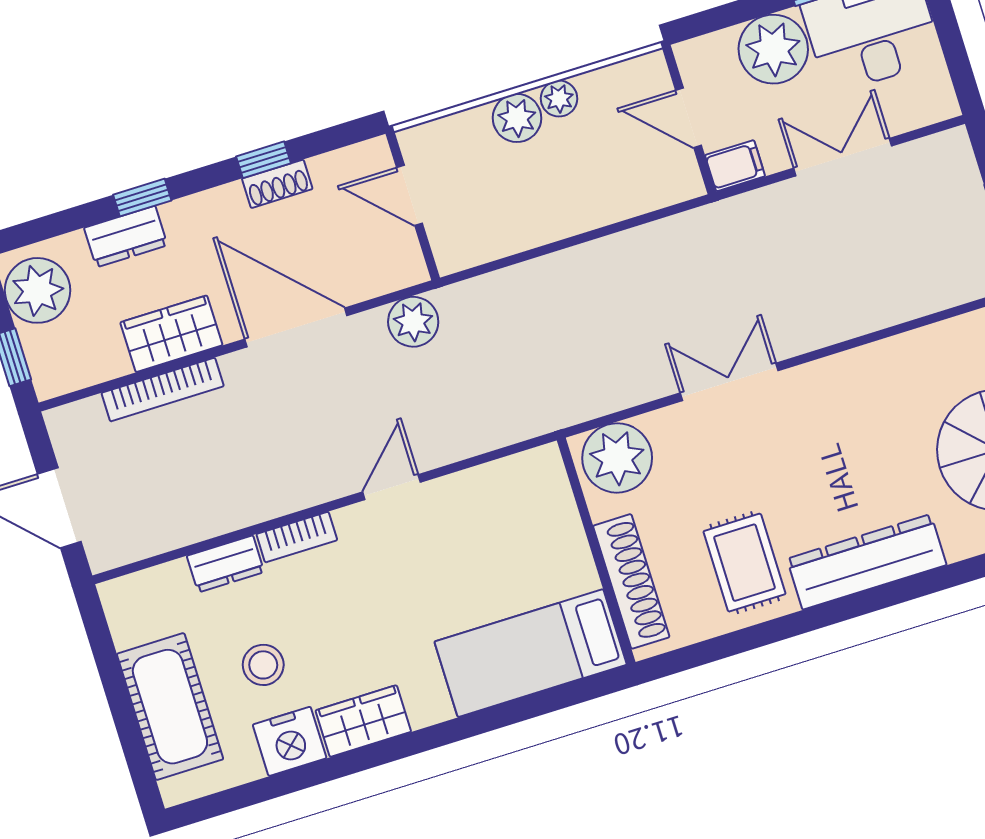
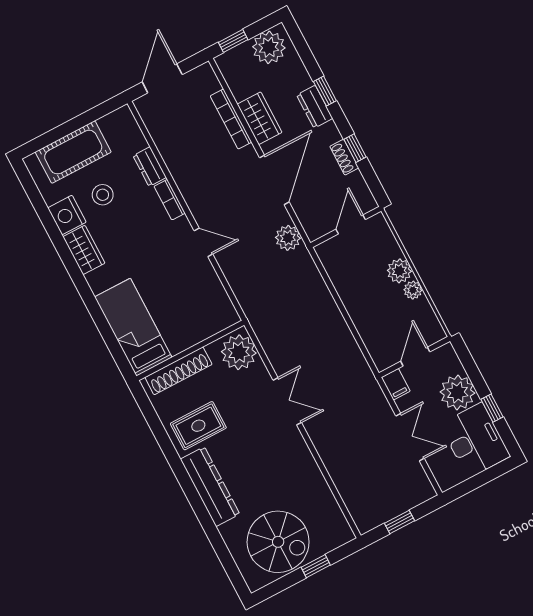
dresser: (126, 237) -> (315, 107), moved

